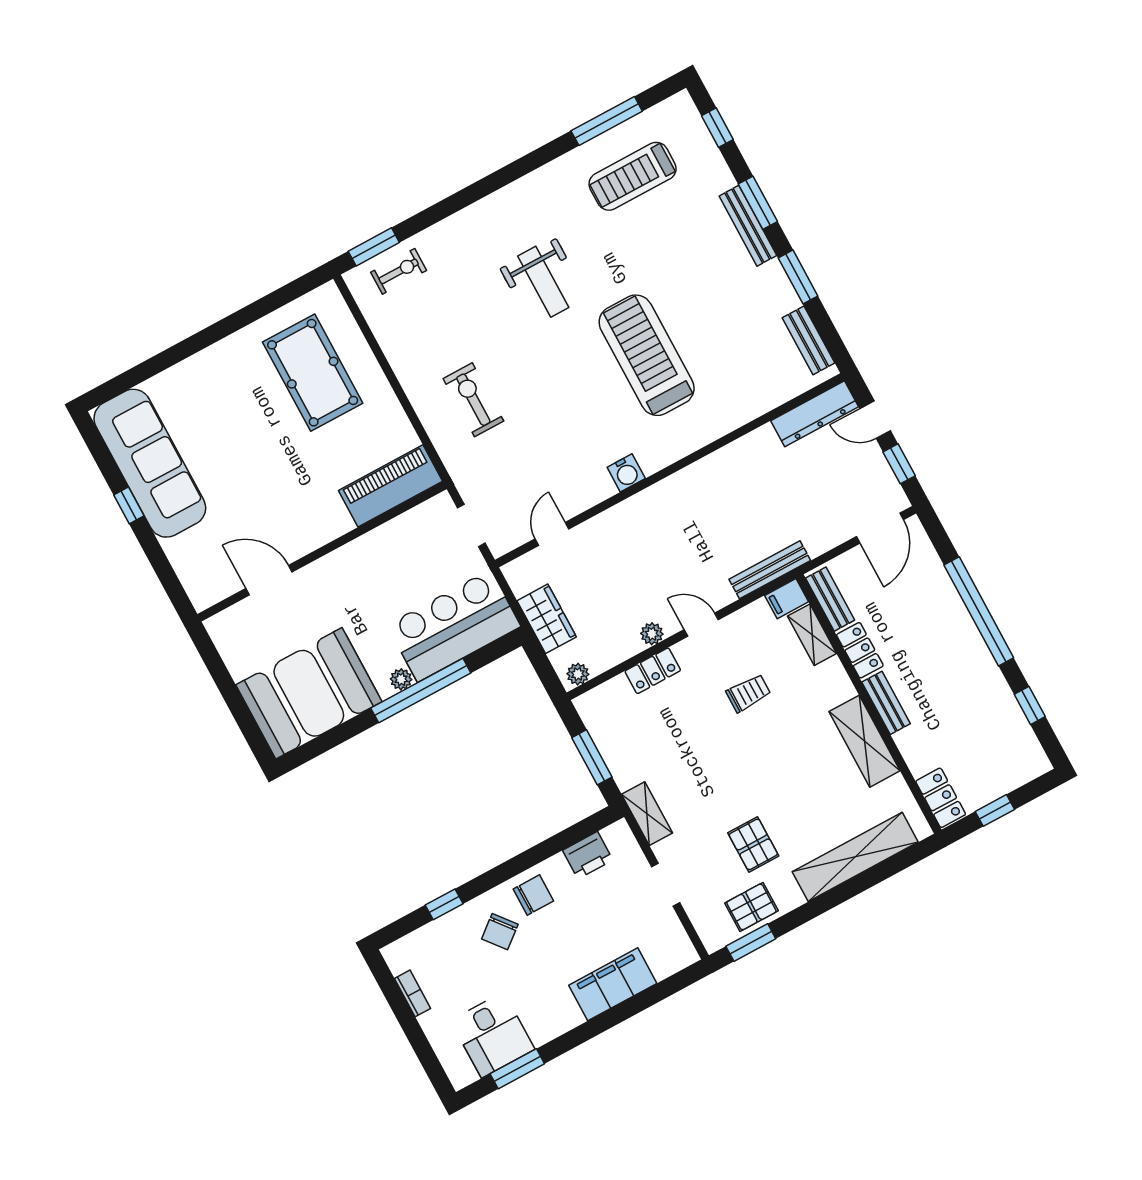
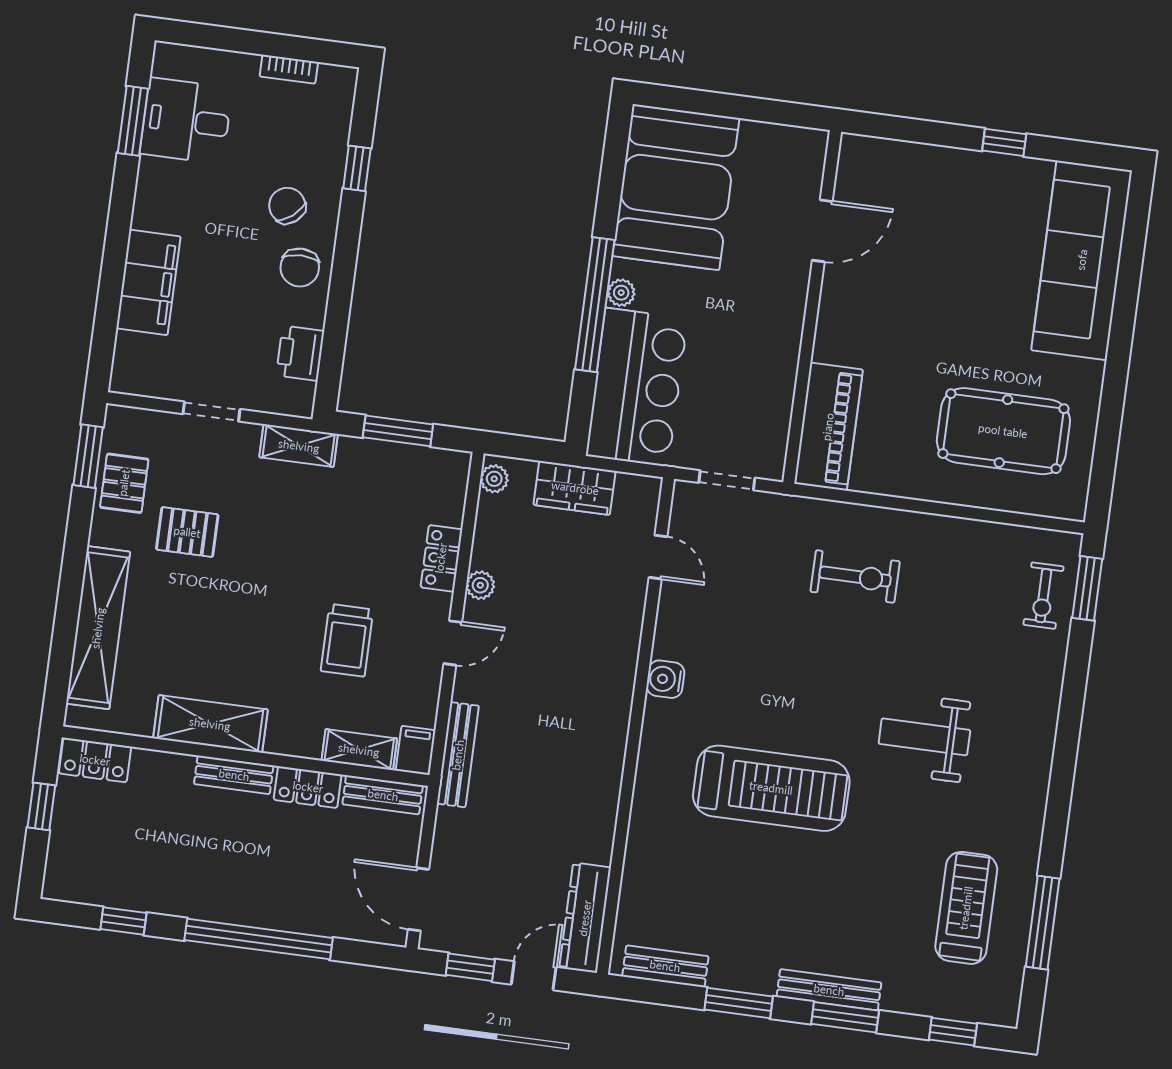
sofa: (150, 463) -> (1082, 260), moved, turned 90
trolley: (748, 693) -> (347, 640), width x1.36, depth x1.39

